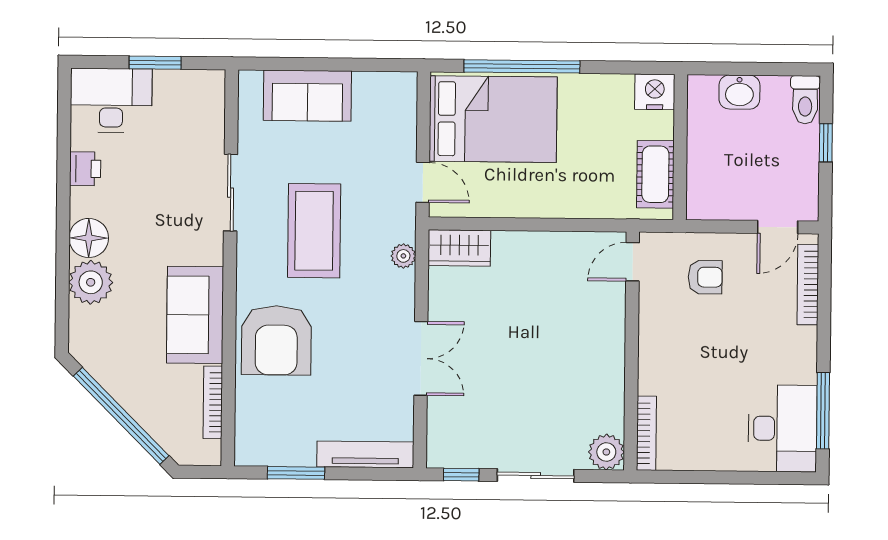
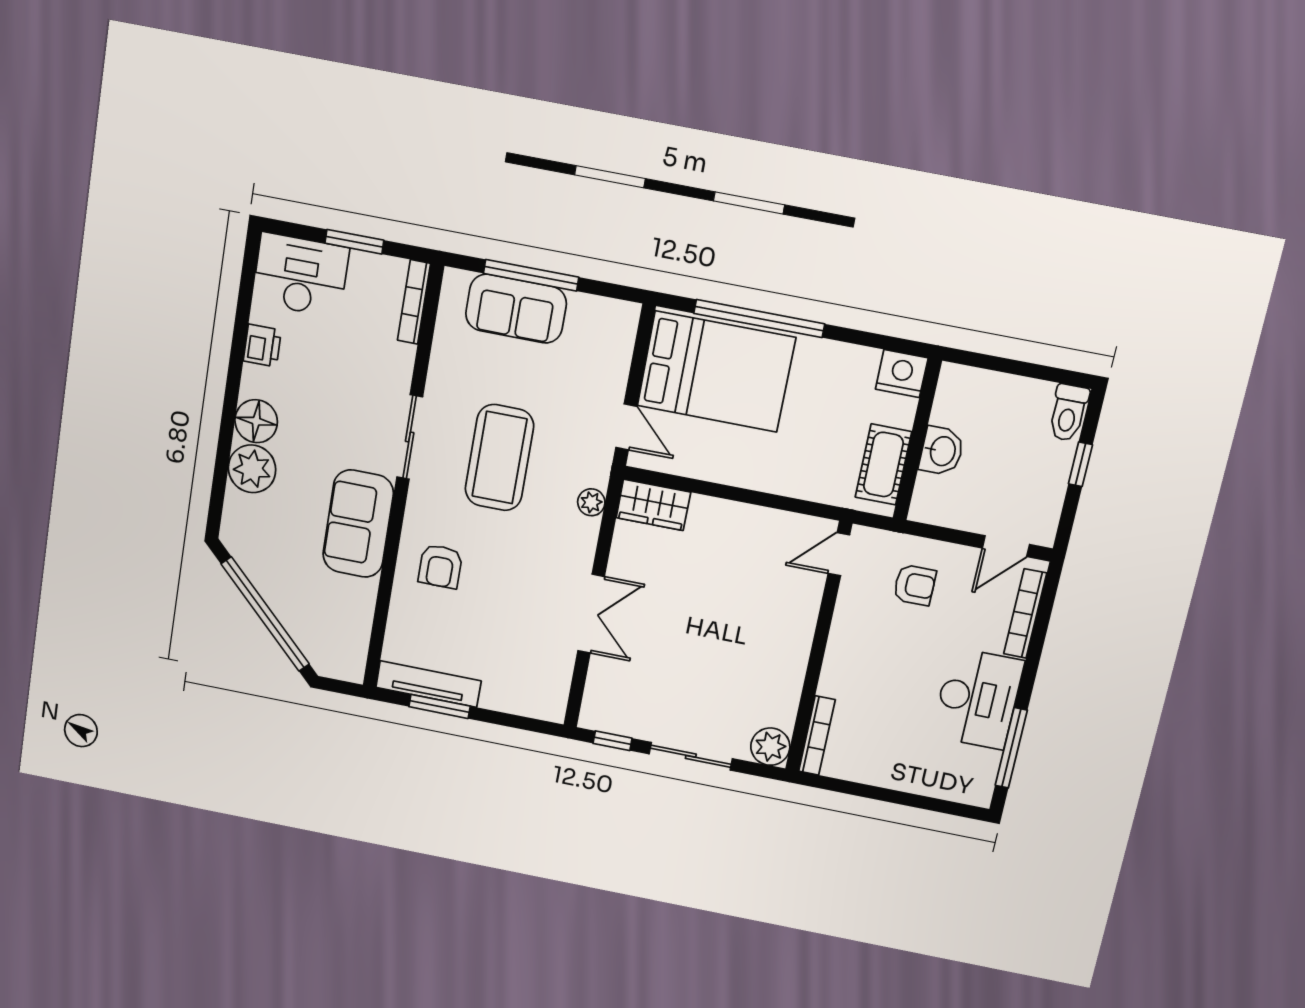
window: (316, 64) -> (531, 275), added
washbasin: (739, 92) -> (942, 451), moved, turned -90
sliding door: (231, 193) -> (410, 437), moved
armchair: (276, 340) -> (440, 566), width x0.53, depth x0.53
bookcase: (213, 402) -> (414, 302), moved
desk: (783, 428) -> (978, 699), moved
tv unit: (365, 454) -> (428, 684), moved

